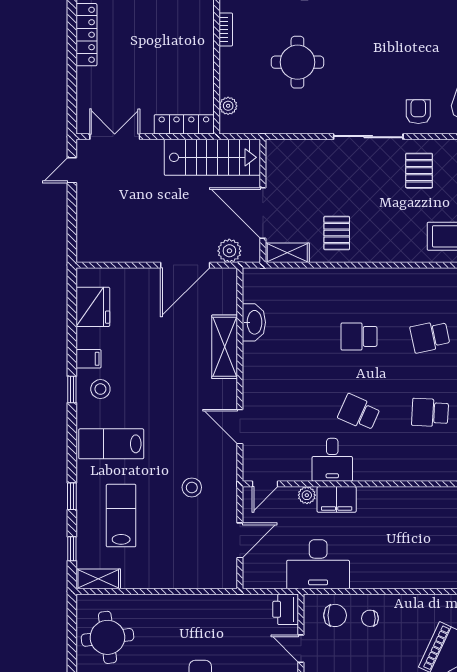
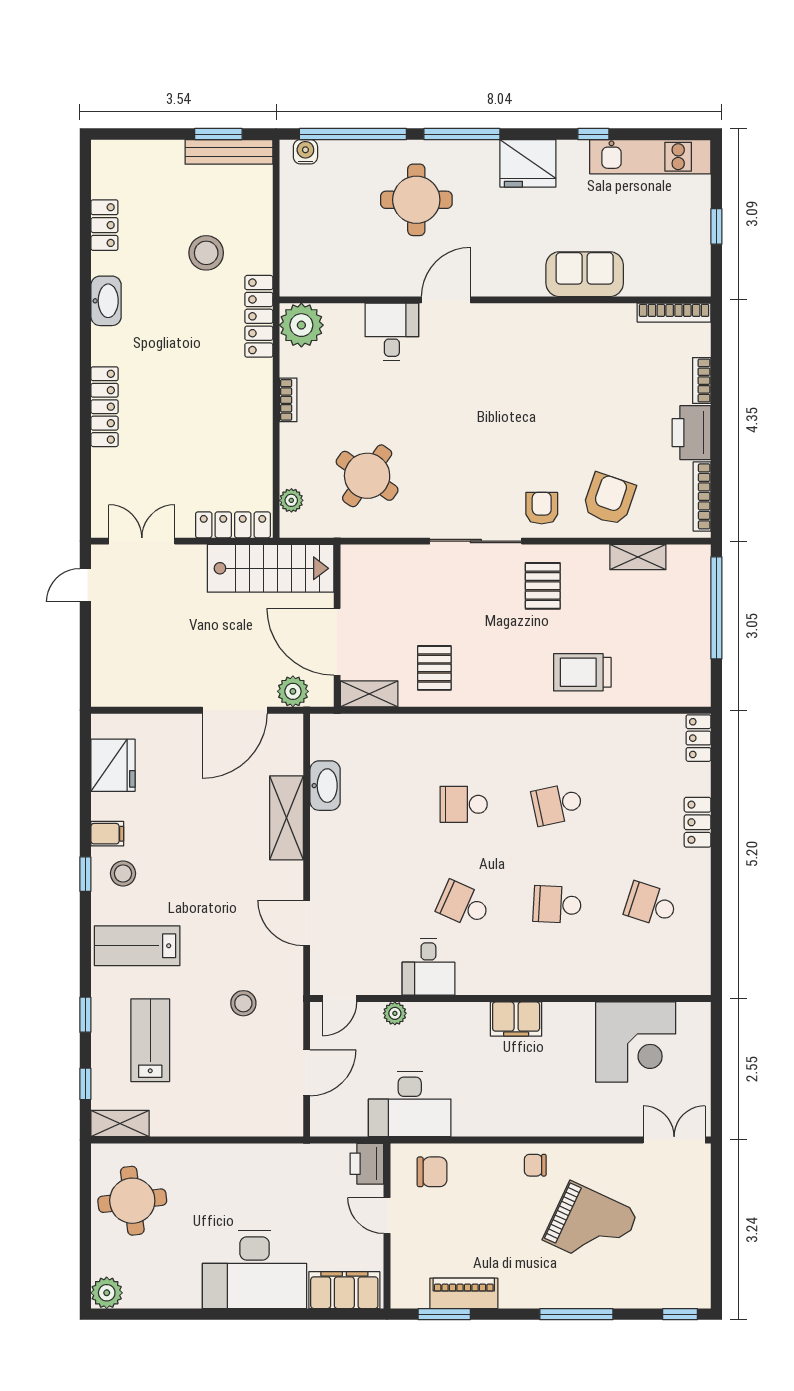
round table: (297, 62) -> (367, 476), moved, turned 35
filing cabinet: (337, 499) -> (516, 1019), moved
chair: (370, 618) -> (535, 1165), moved

